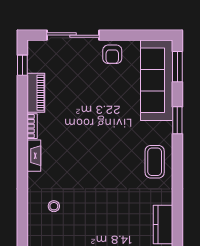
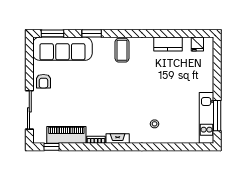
armchair: (112, 54) -> (43, 81), turned 90
piano: (36, 93) -> (66, 135), width x1.37, depth x1.33
coffee table: (155, 162) -> (122, 50), turned 90

